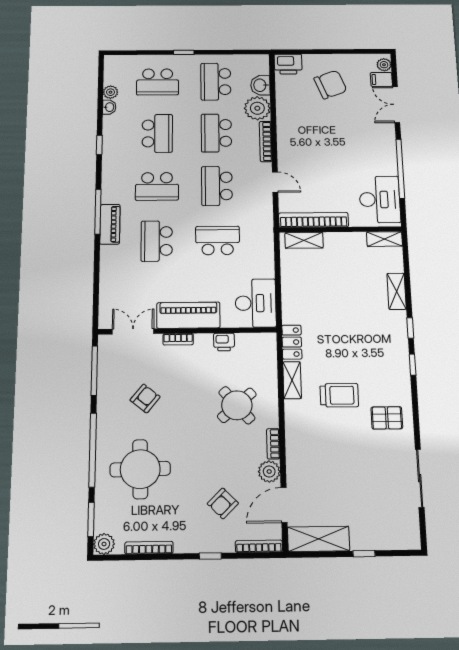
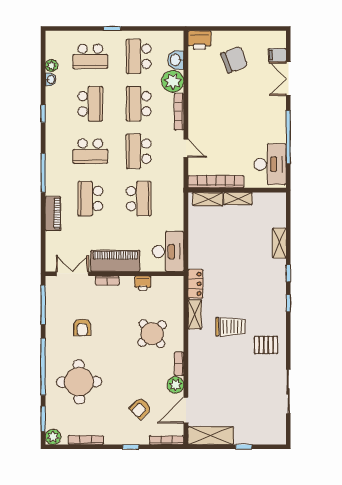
plant: (384, 65) -> (280, 41), removed
piano: (110, 224) -> (53, 214), moved
shelving: (384, 239) -> (238, 199), moved
school desk: (218, 240) -> (139, 199), turned 90
armchair: (145, 398) -> (82, 327), turned 141

